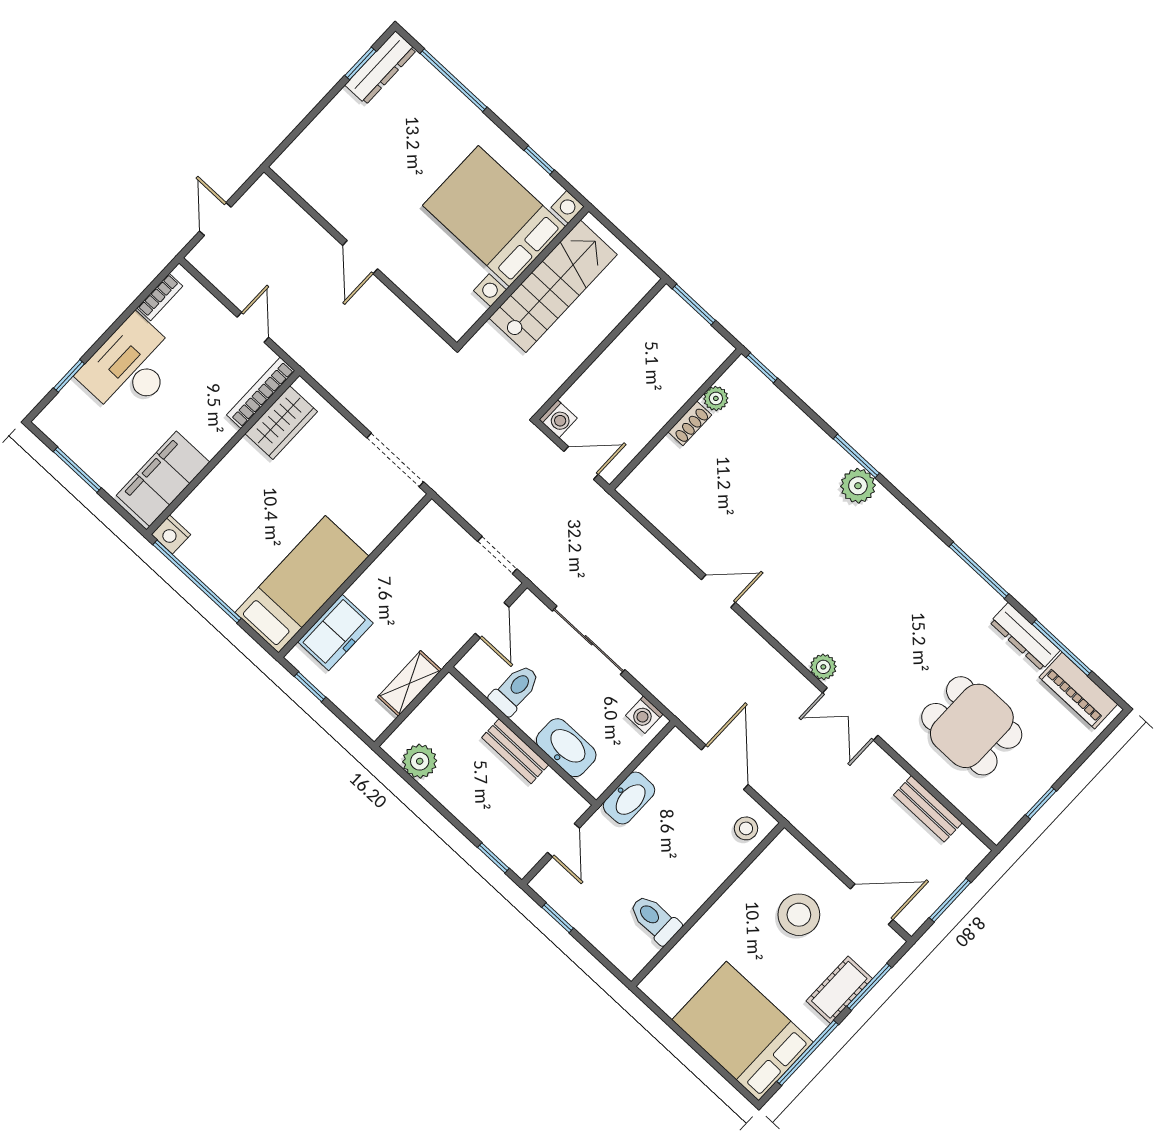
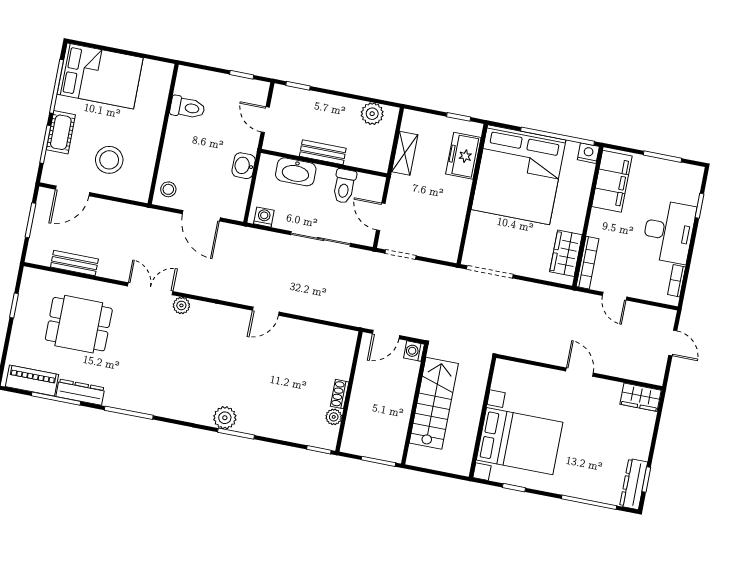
wardrobe: (301, 175) -> (640, 397), added
stairs: (553, 286) -> (434, 403), moved, turned 180
bed: (302, 584) -> (519, 175), width x2.04
washbasin: (629, 798) -> (244, 166), width x0.72

